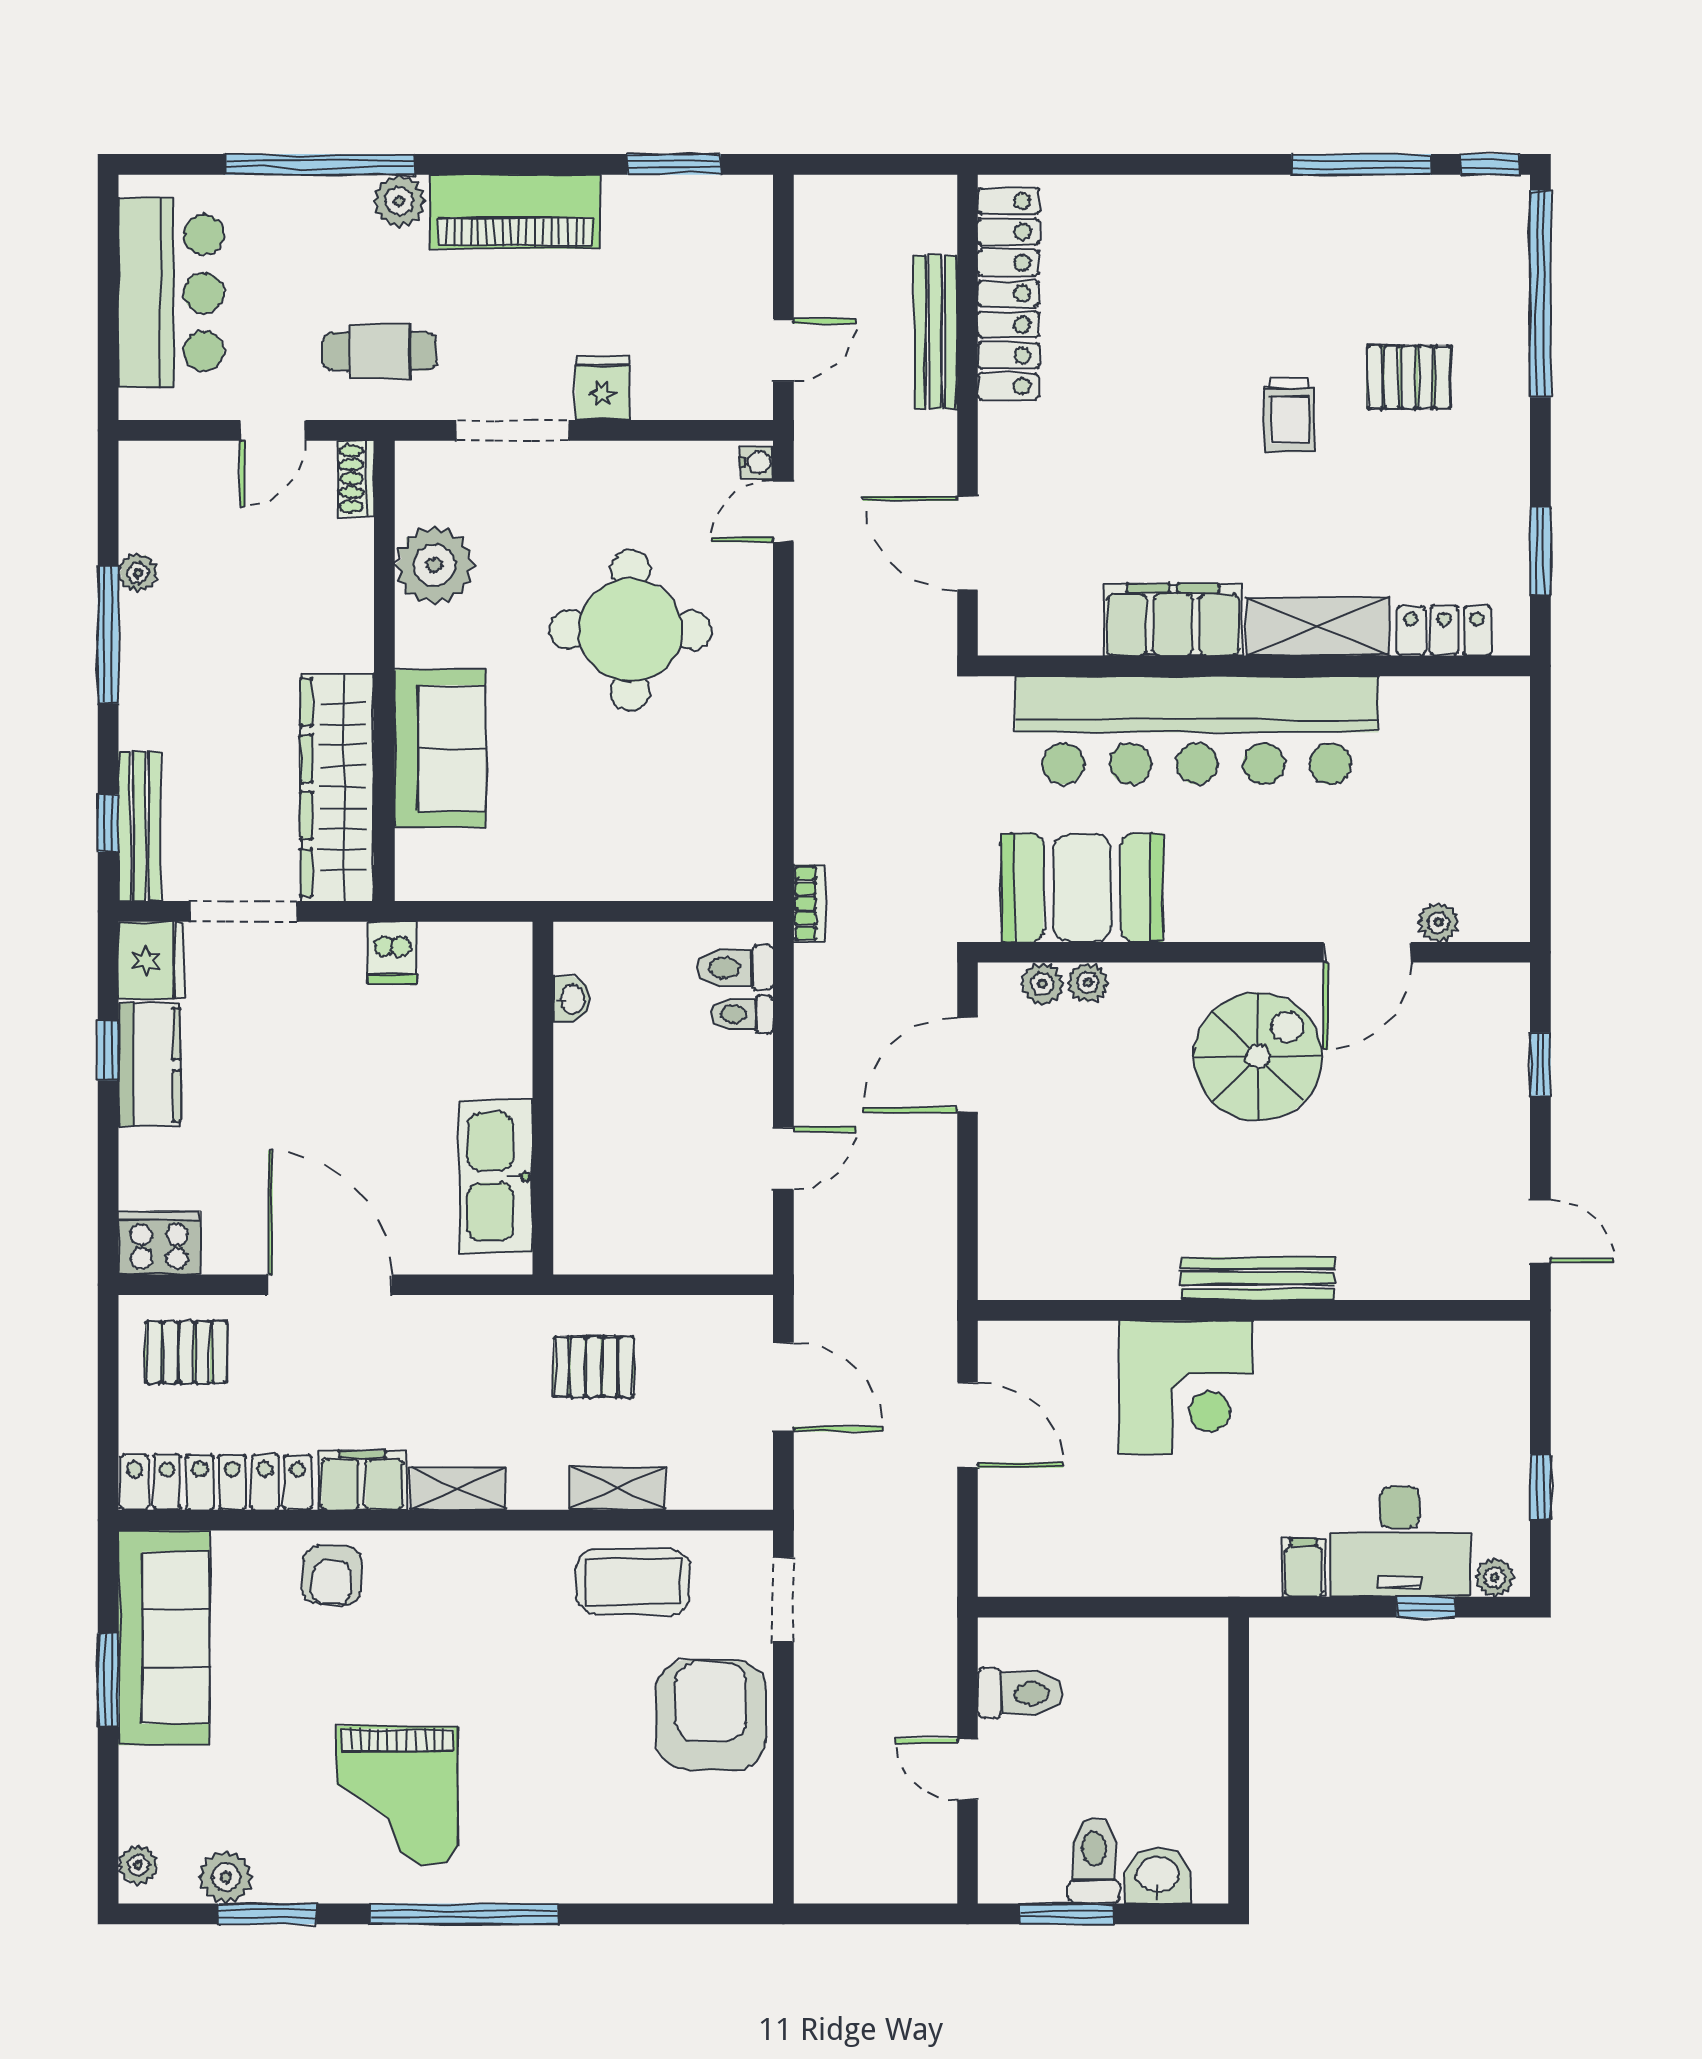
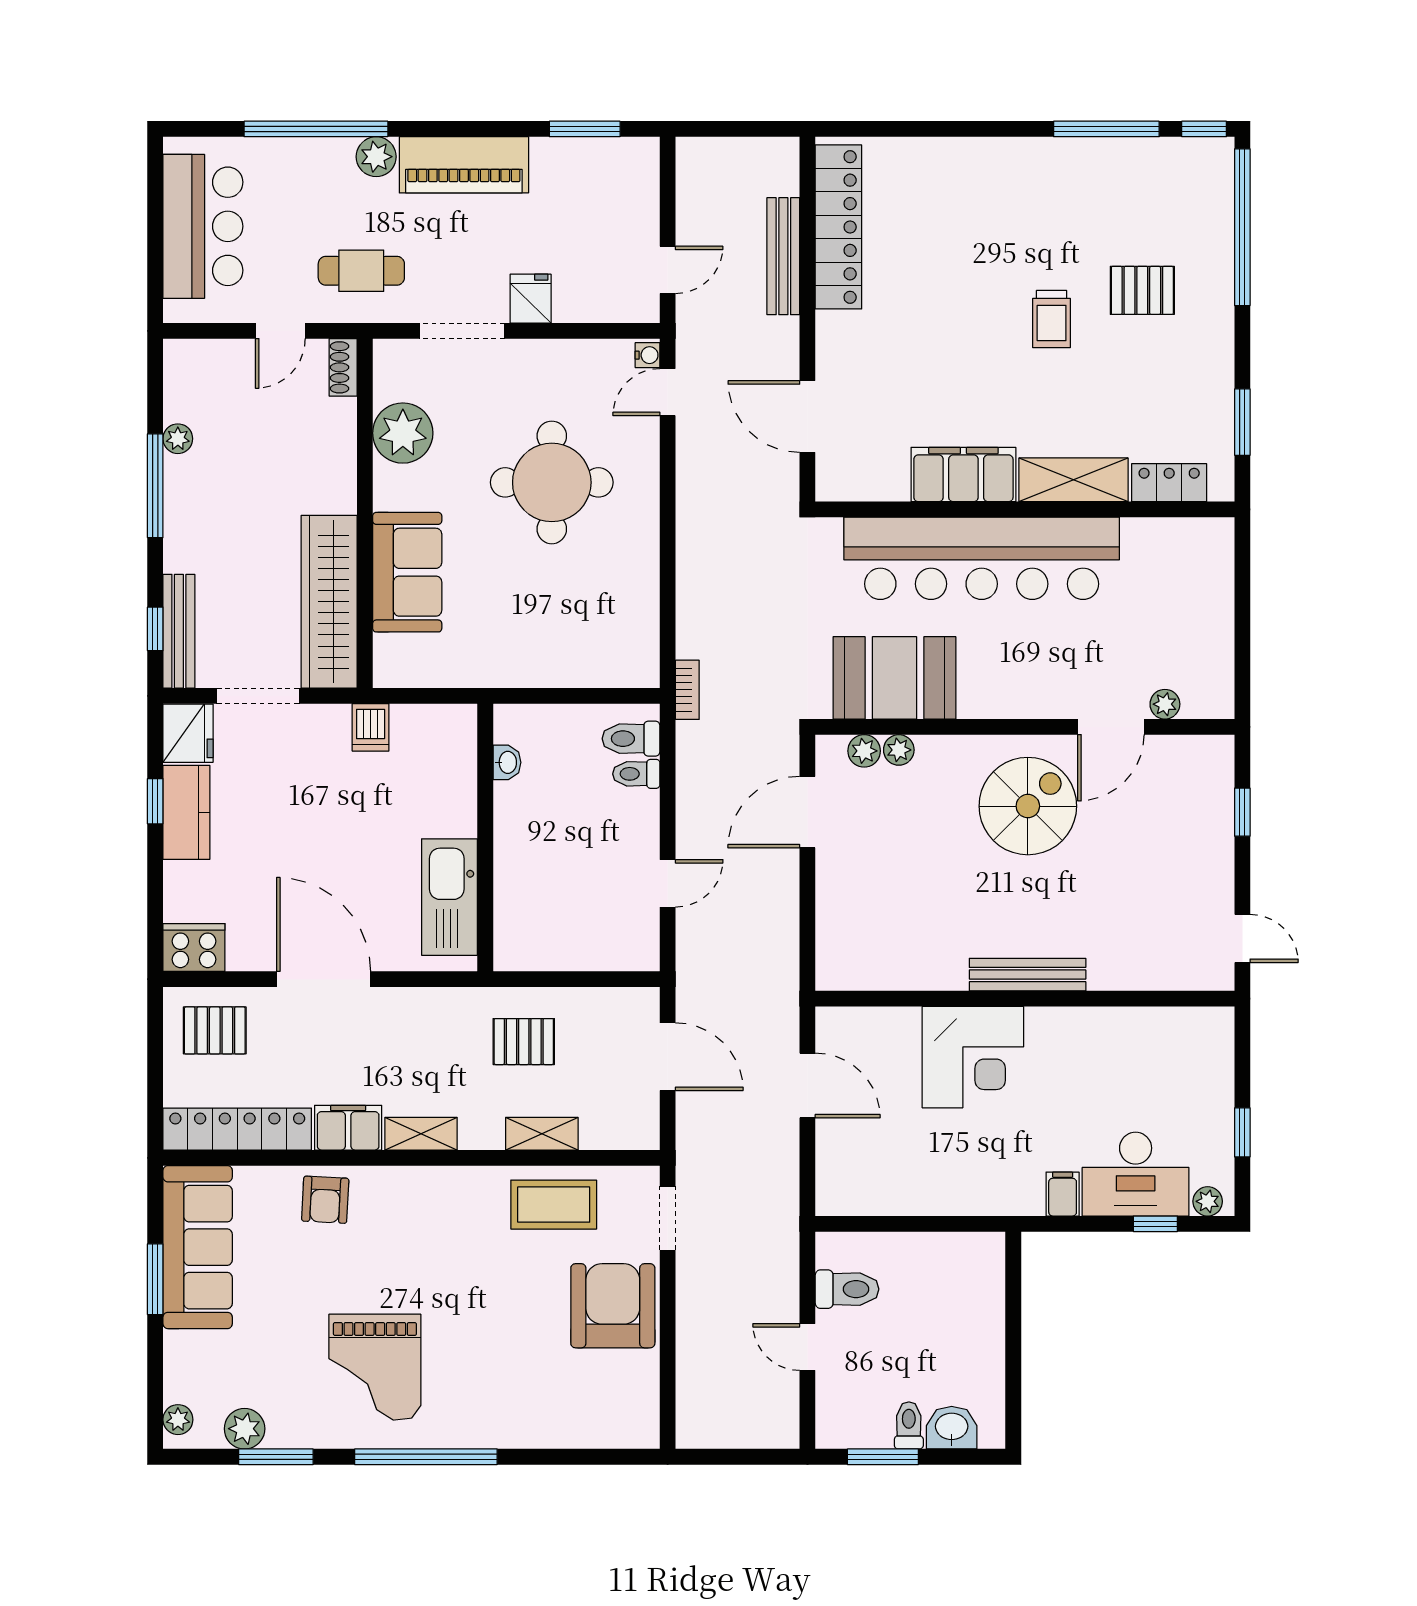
toilet: (1094, 1861) -> (909, 1425), width x0.73, depth x0.72

